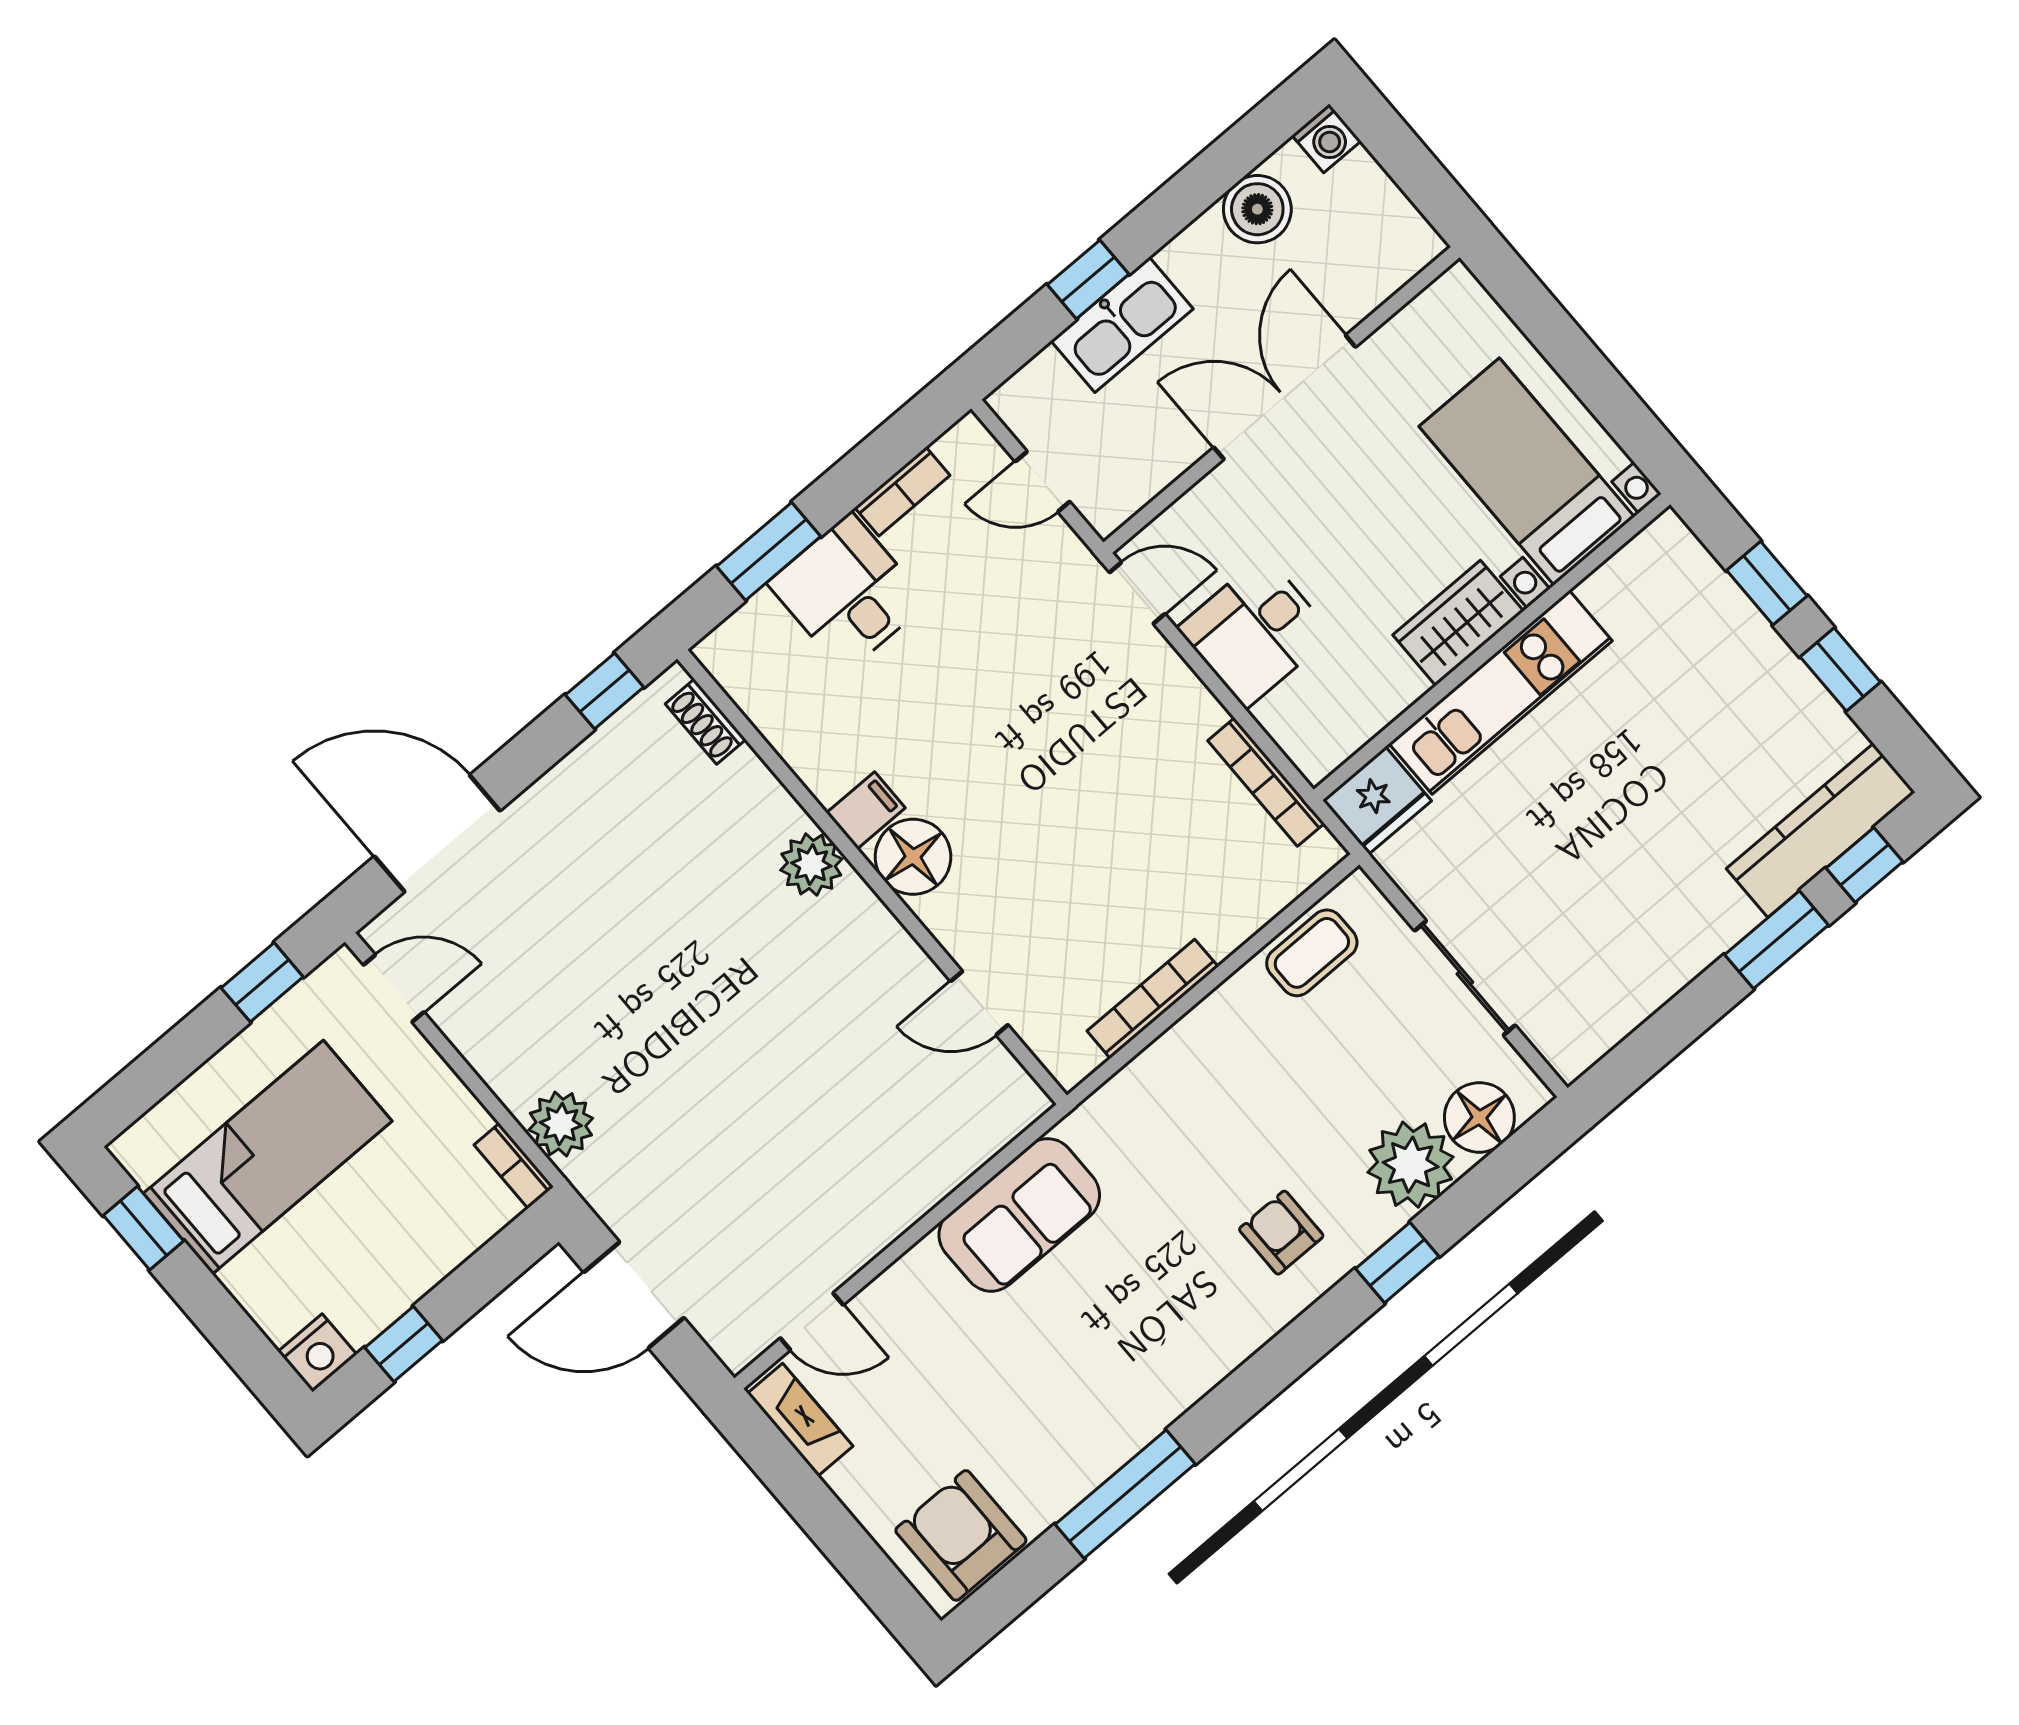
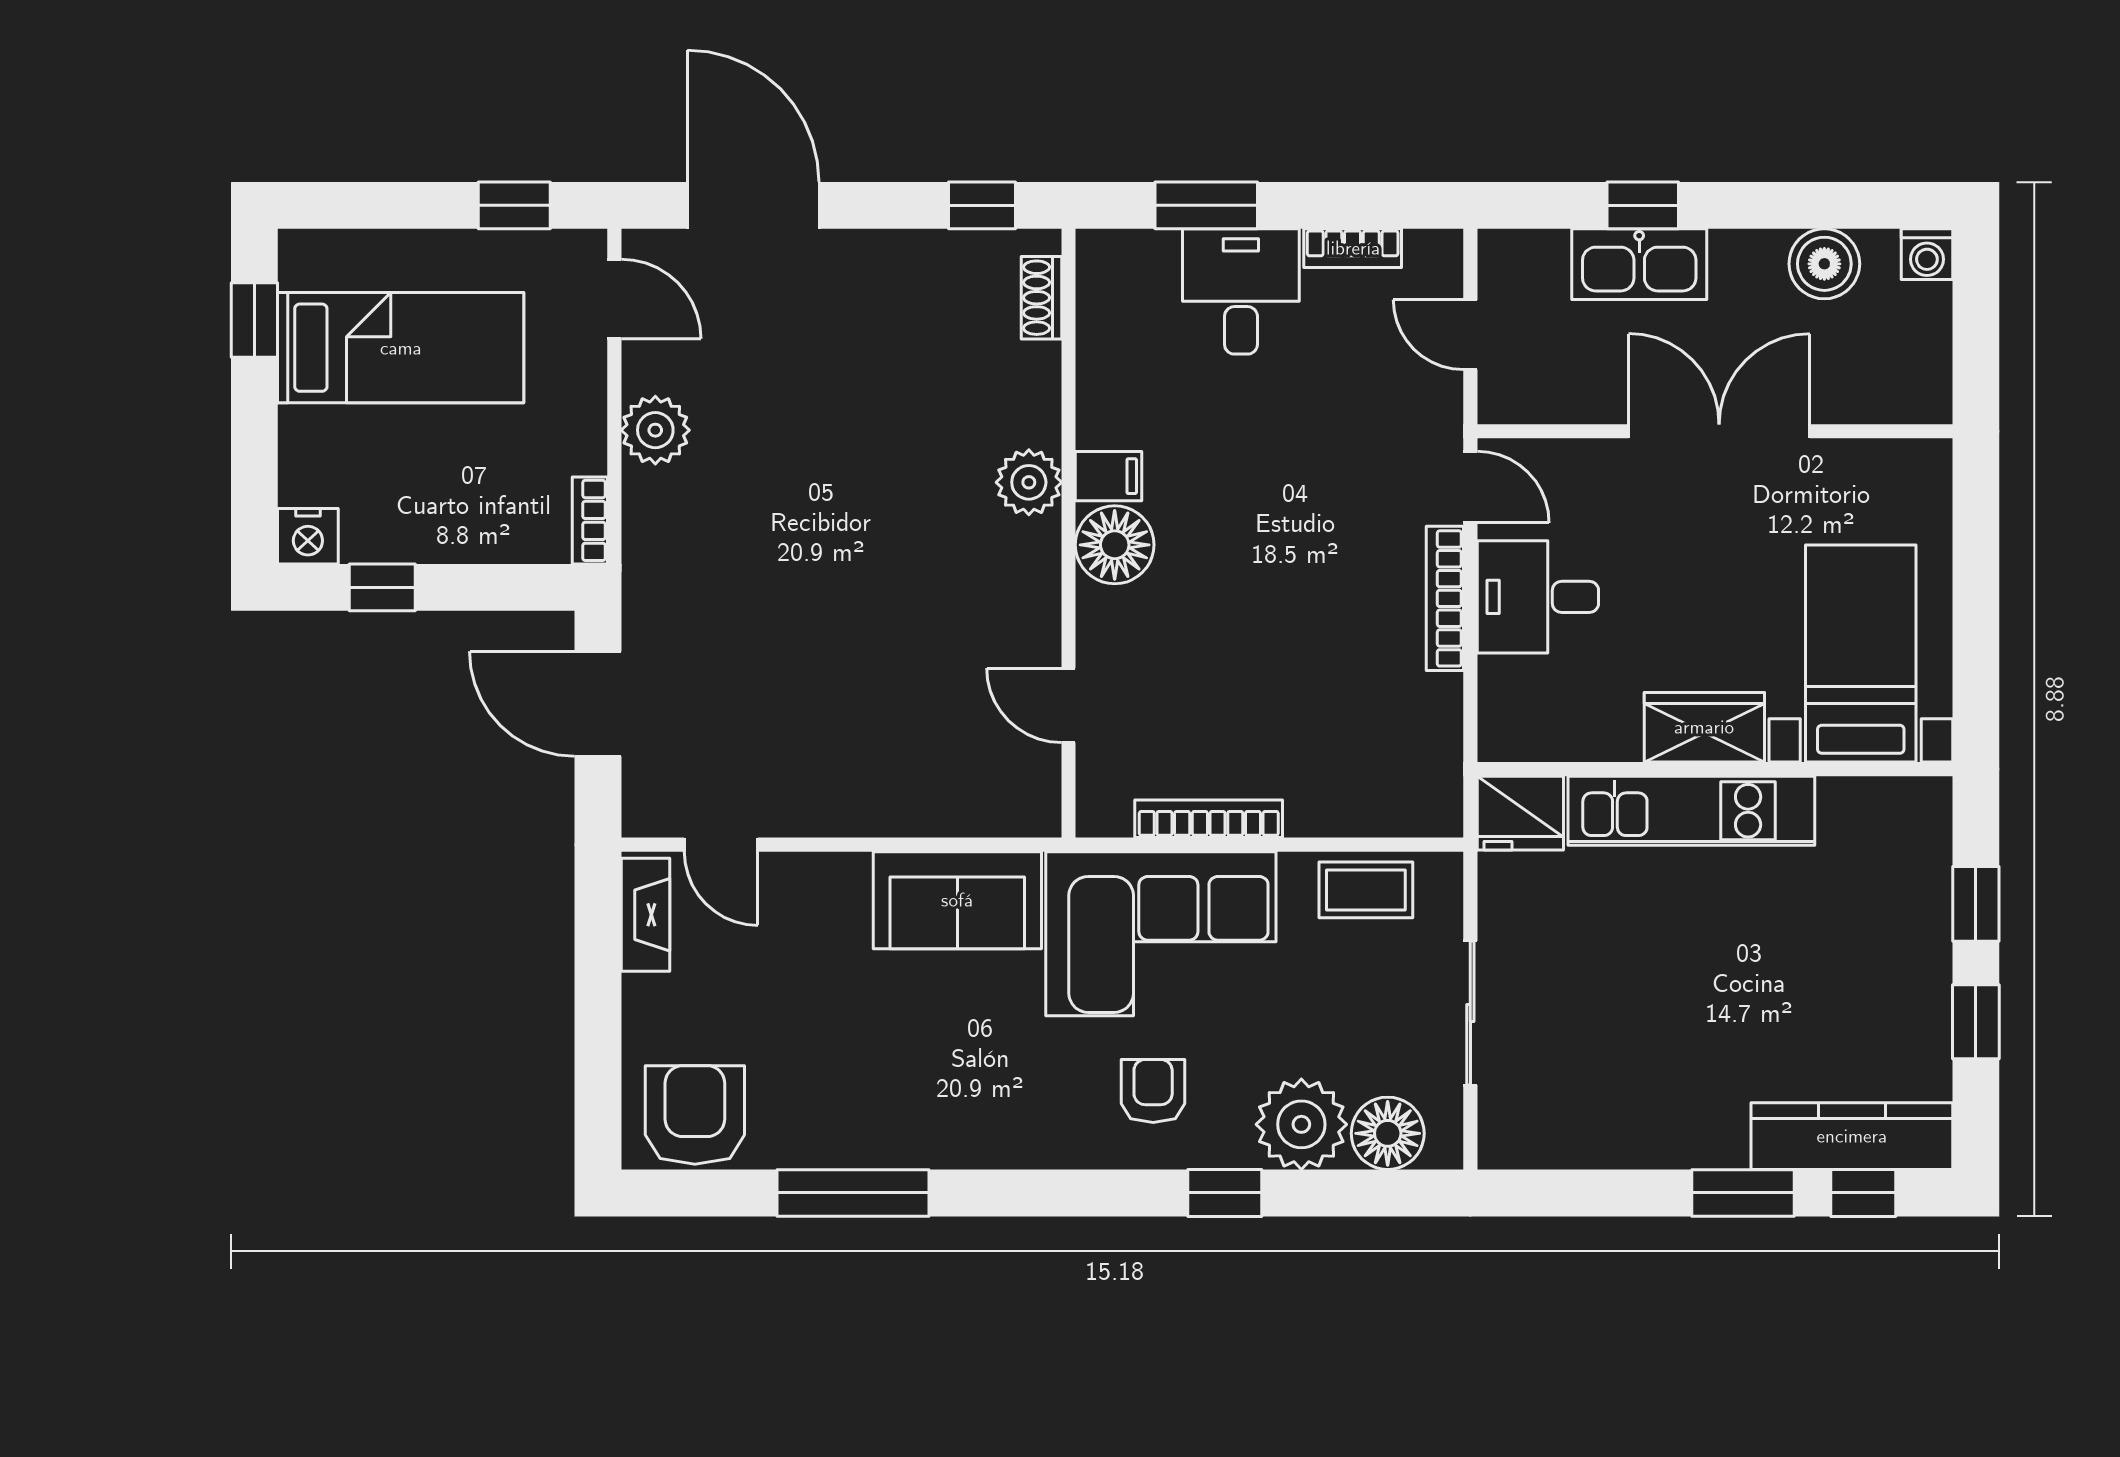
bookcase: (1266, 782) -> (1445, 598), moved
corner sofa: (1189, 1113) -> (1161, 934), added
plant: (561, 1124) -> (655, 430), moved

